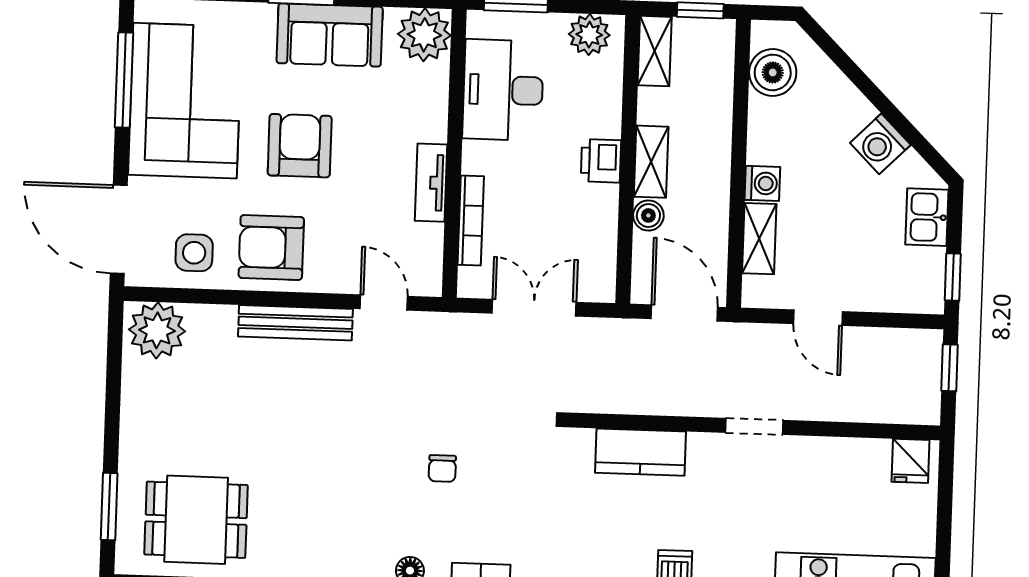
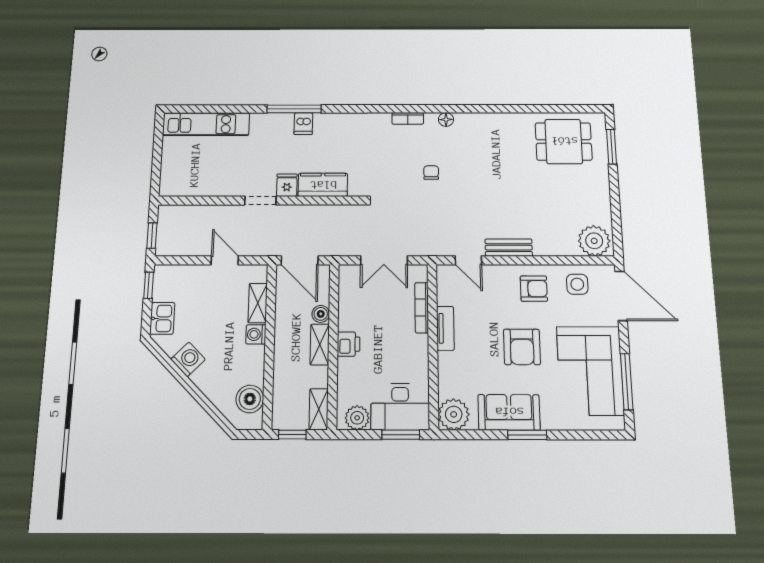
desk: (503, 90) -> (400, 407), moved, turned 90
armchair: (271, 247) -> (534, 289), width x0.72, depth x0.72
bench: (295, 323) -> (509, 248), width x0.73
fridge: (911, 461) -> (287, 185), moved

